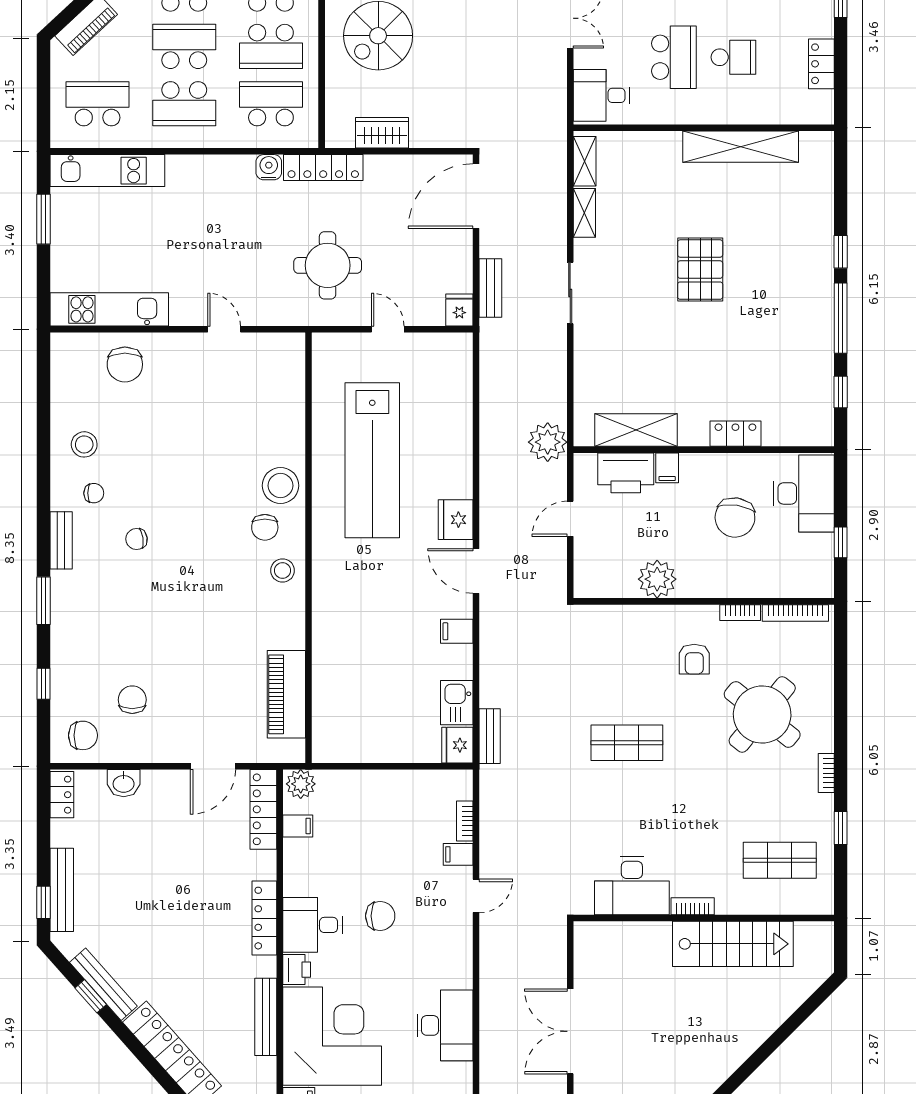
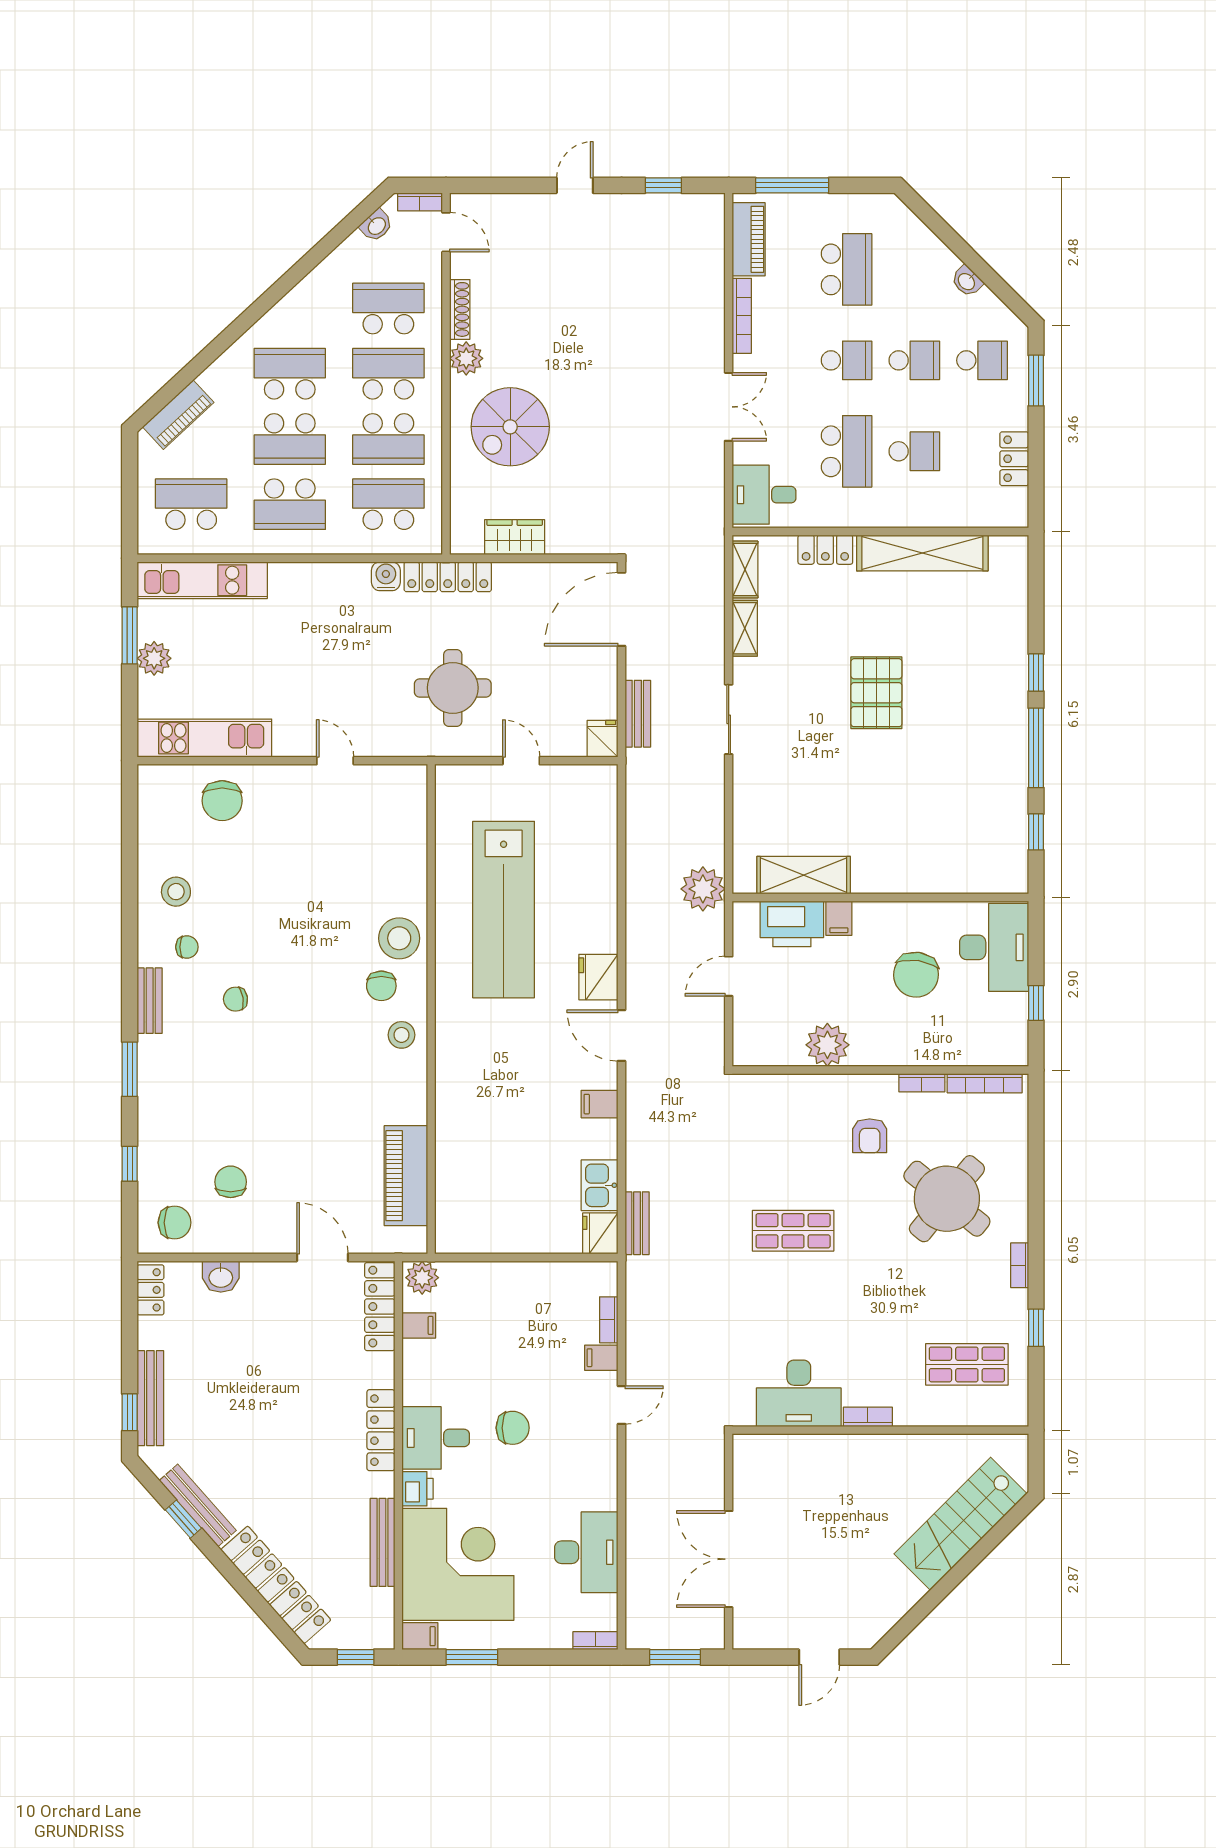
school desk: (184, 46) -> (290, 439), turned 180
plant: (65, 239) -> (154, 658), added
locker: (735, 434) -> (825, 550), moved, turned 180
door: (213, 766) -> (322, 1258), swing flipped
stairs: (733, 944) -> (960, 1524), moved, turned 135

